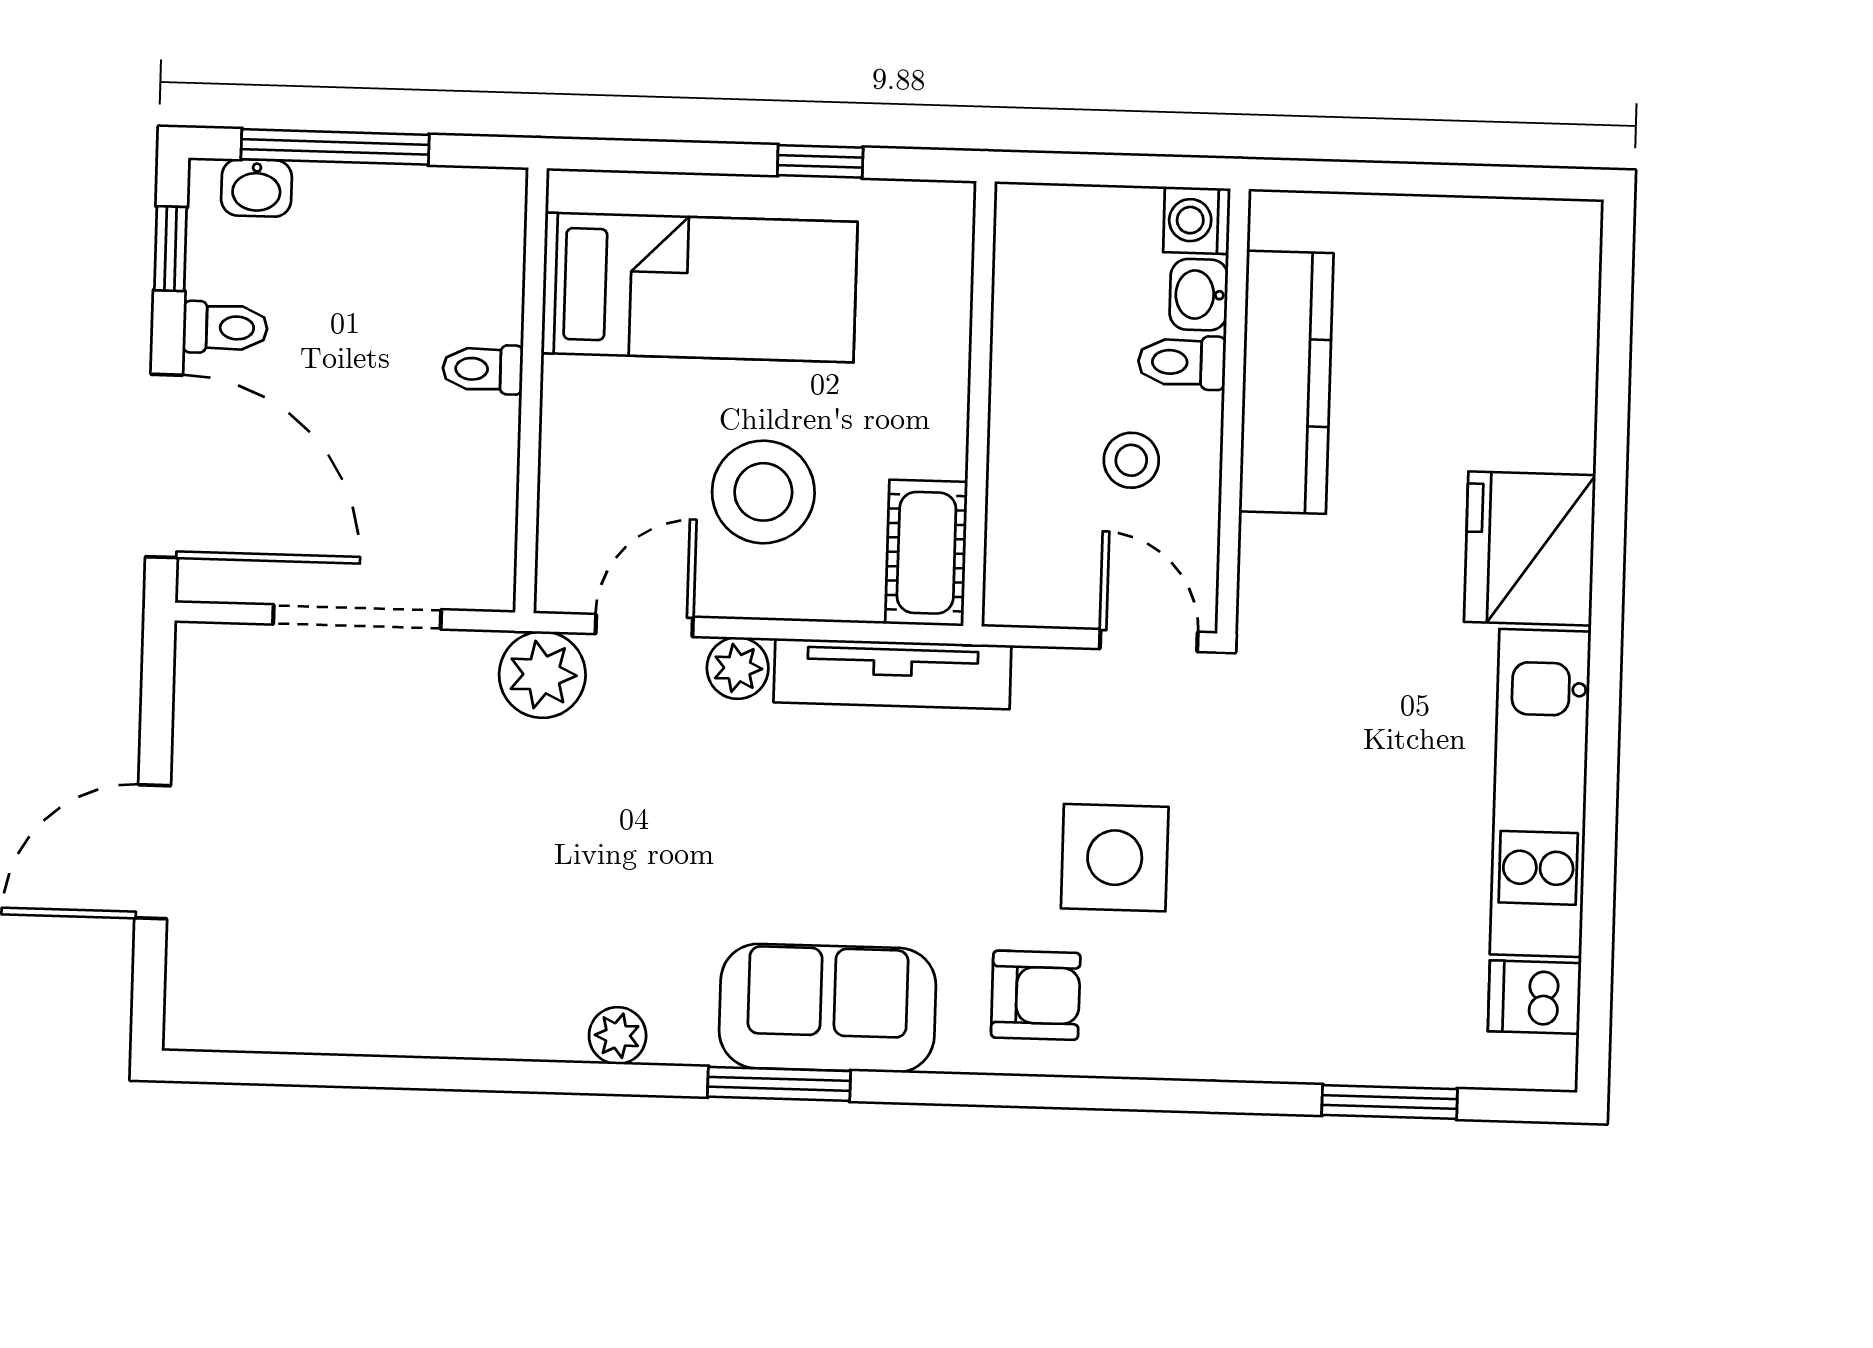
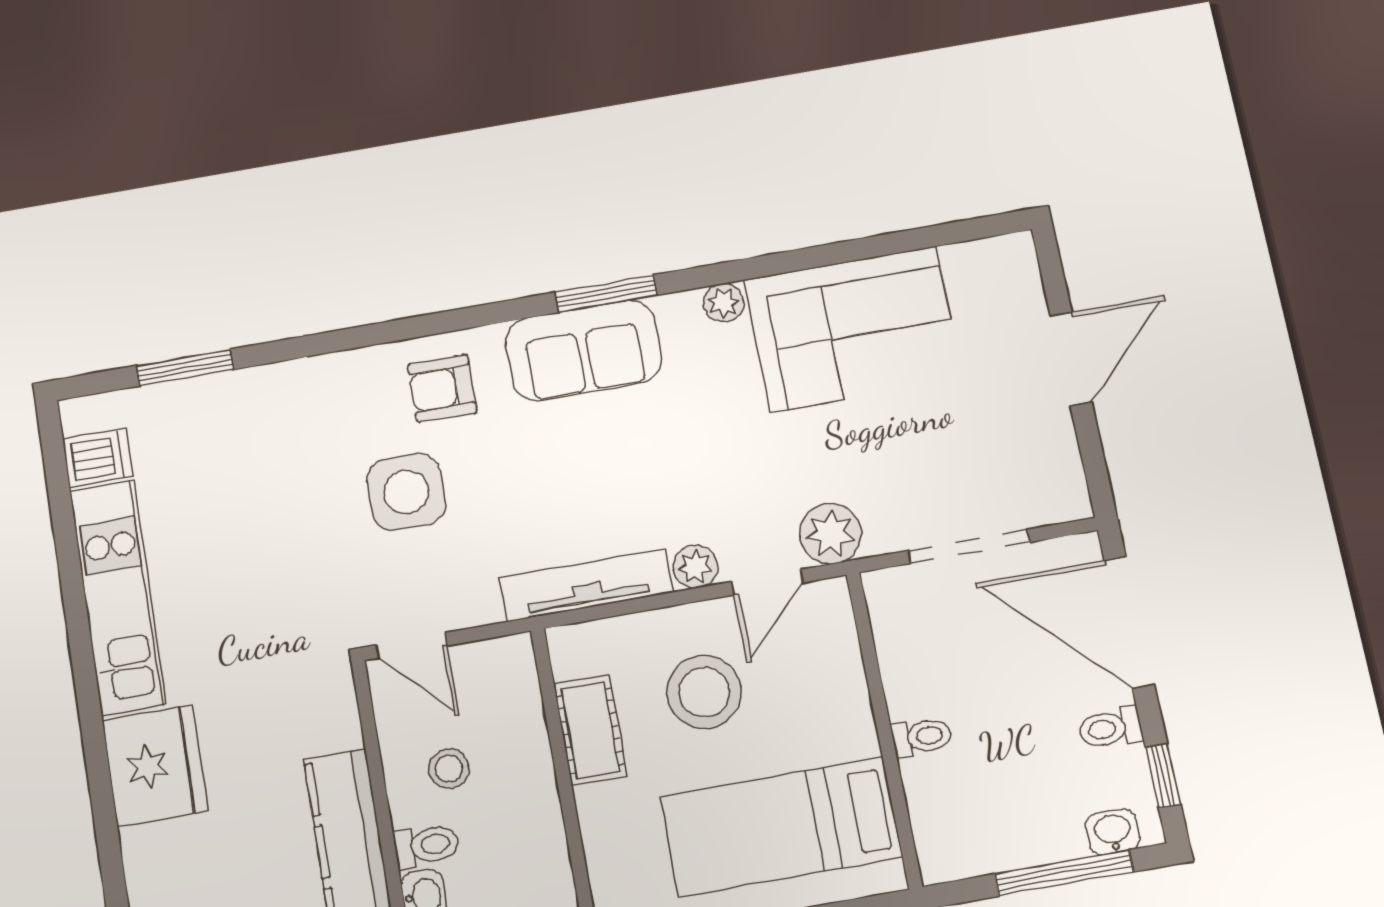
cot: (926, 553) -> (590, 730), moved
corner sofa: (445, 959) -> (853, 329), added

